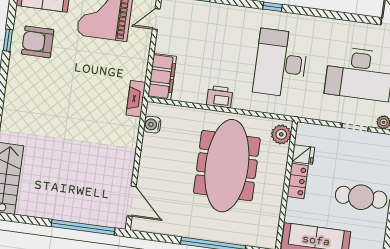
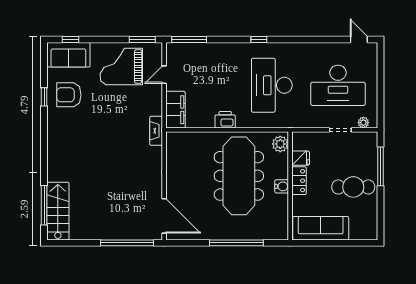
door: (156, 19) -> (164, 75), moved
water cooler: (152, 125) -> (282, 186), moved, turned 180
door: (132, 201) -> (164, 216), width x1.36

